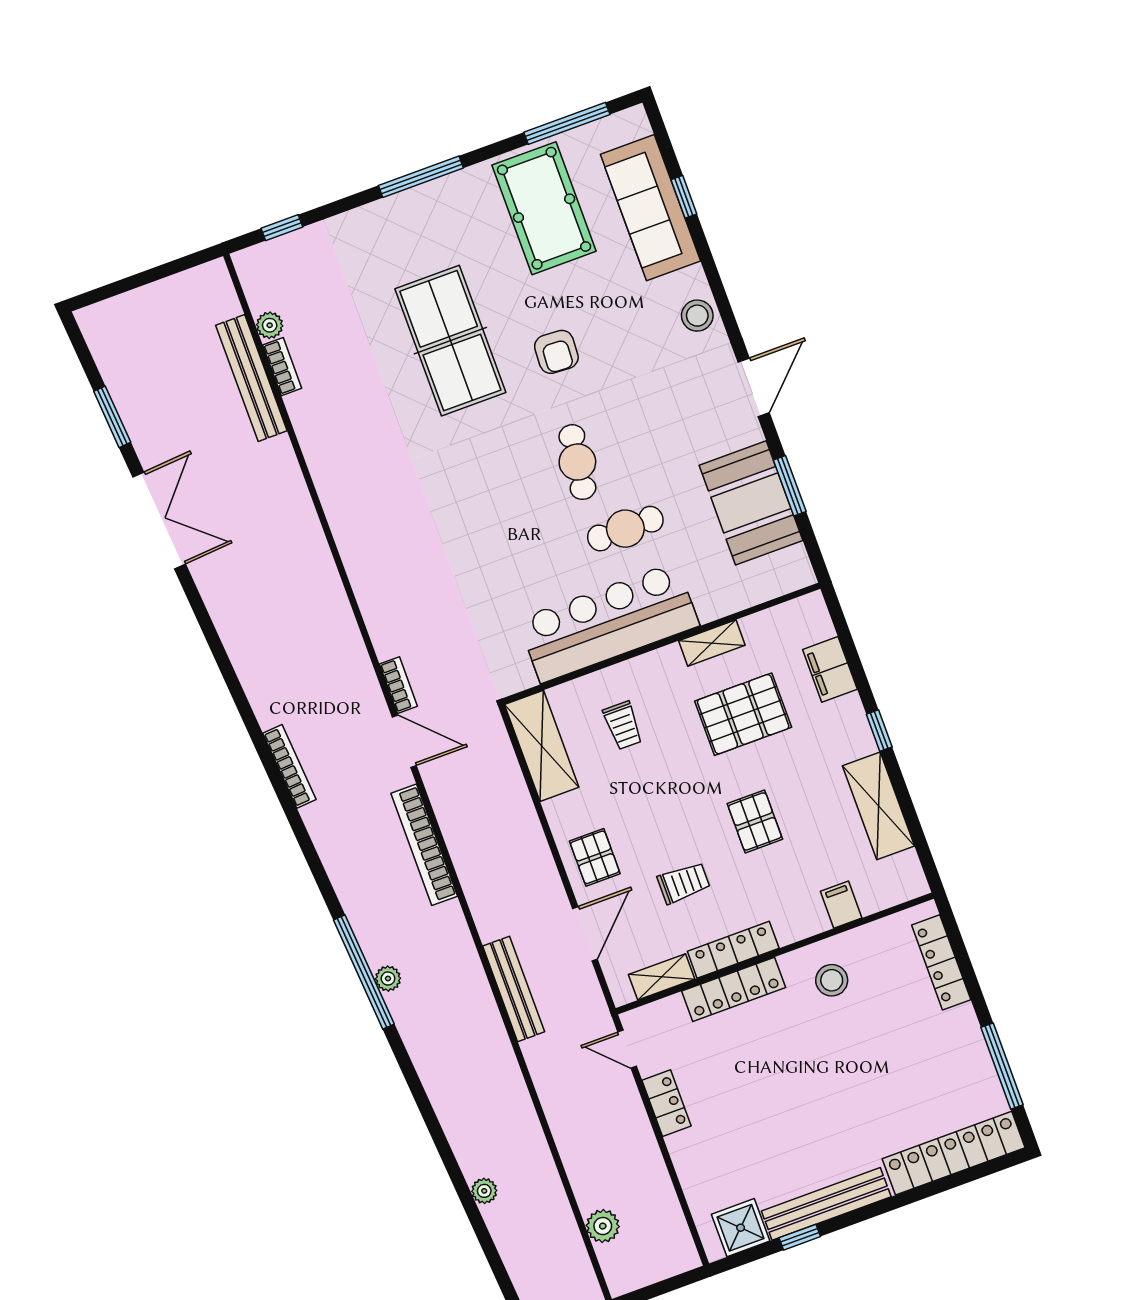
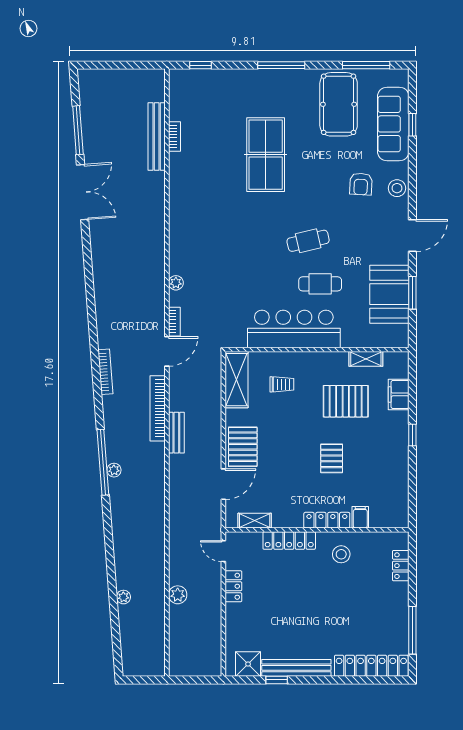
plant: (270, 325) -> (176, 283), moved
armchair: (556, 352) -> (361, 184), moved
window: (112, 417) -> (78, 130), width x1.44
cafe table: (577, 462) -> (308, 241), turned 69
shelving: (712, 643) -> (366, 359), moved
trolley: (623, 725) -> (282, 384), turned -90
door: (404, 741) -> (167, 351), hinge flipped
bookcase: (289, 766) -> (105, 372), moved
shelving: (878, 806) -> (398, 474), removed
pallet: (595, 857) -> (243, 447), width x1.50, depth x1.42
trolley: (684, 883) -> (284, 477), removed
locker: (733, 950) -> (327, 520), moved
locker: (941, 962) -> (401, 566), width x0.66
bench: (514, 989) -> (176, 433), moved, width x0.73
plant: (603, 1226) -> (178, 595), moved

